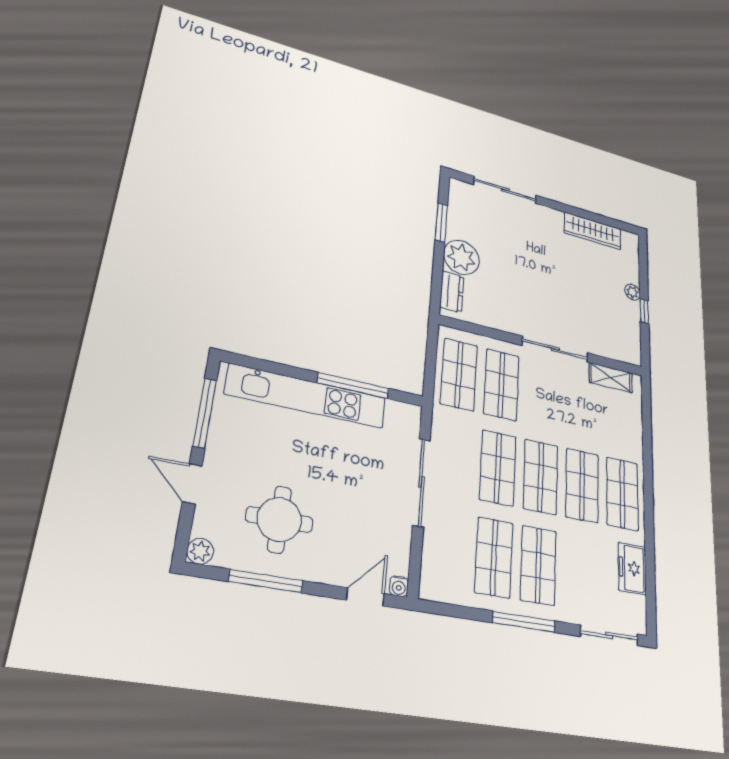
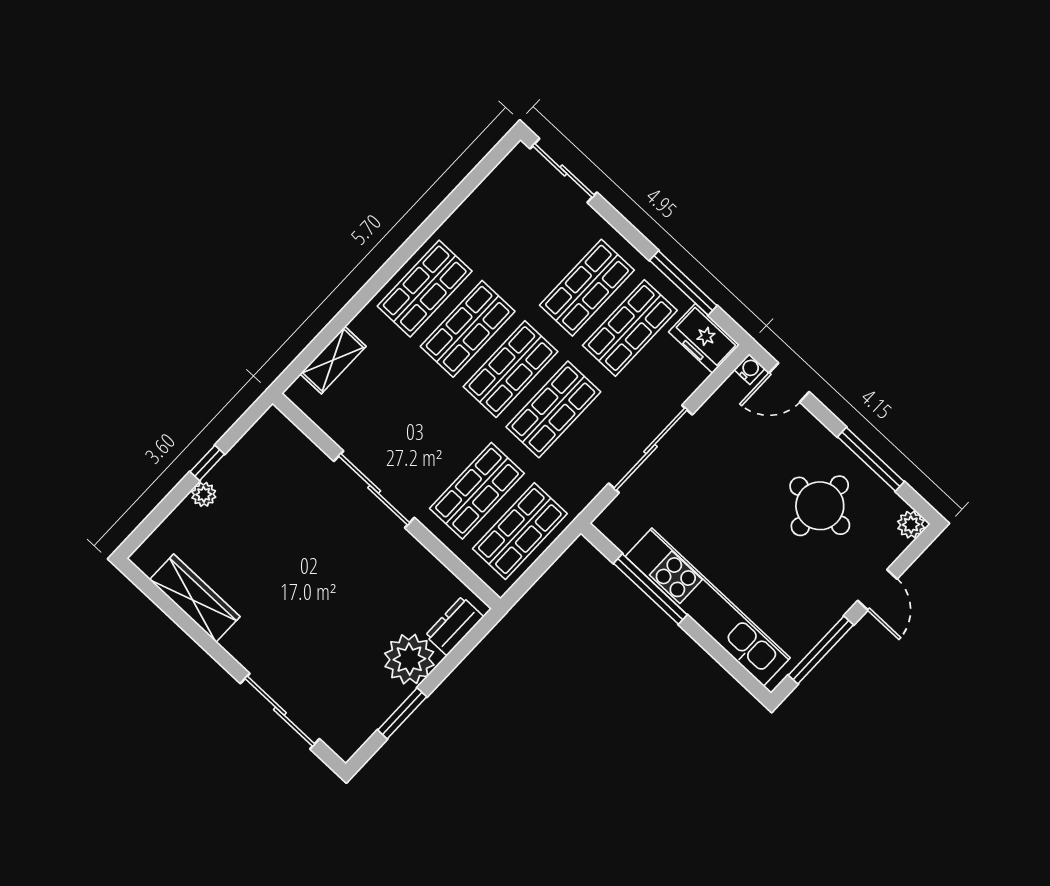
shelving: (611, 378) -> (333, 360), moved, turned 90
freezer: (632, 569) -> (704, 338), moved, turned 90
window: (524, 622) -> (683, 283), moved

